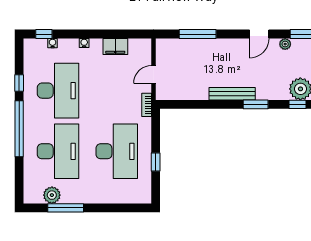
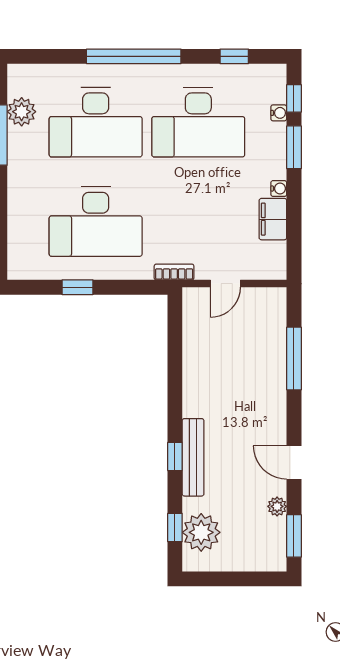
window: (73, 34) -> (294, 147), added
water cooler: (84, 43) -> (279, 189), moved
door: (153, 75) -> (225, 284), swing flipped
window: (19, 83) -> (234, 56), moved
bench: (232, 94) -> (193, 457), moved
window: (256, 104) -> (175, 456), width x0.67

